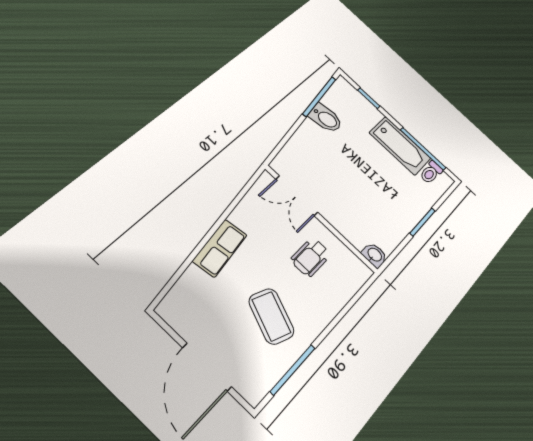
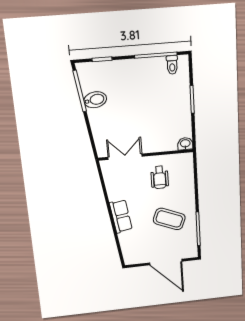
bathtub: (400, 146) -> (143, 69), removed
double door: (297, 196) -> (125, 157), swing flipped

